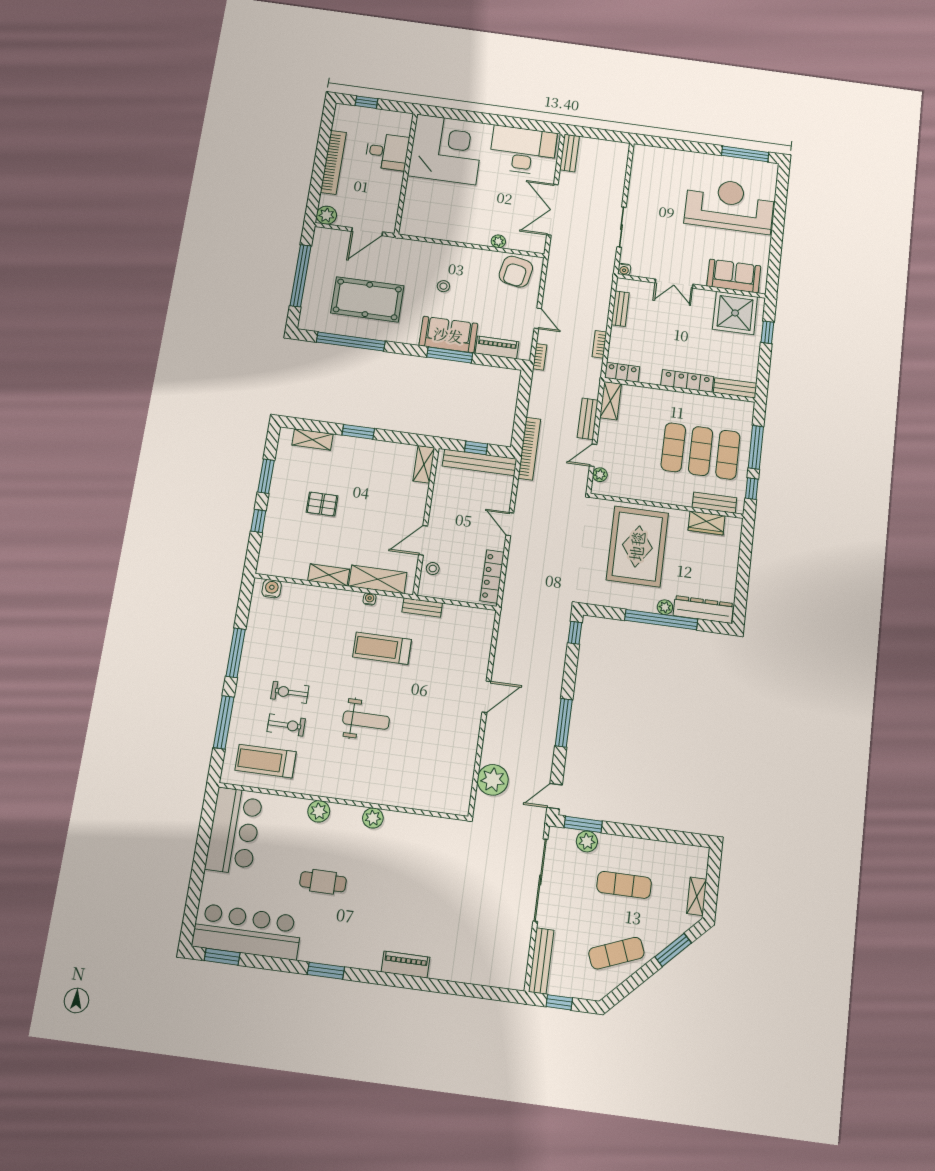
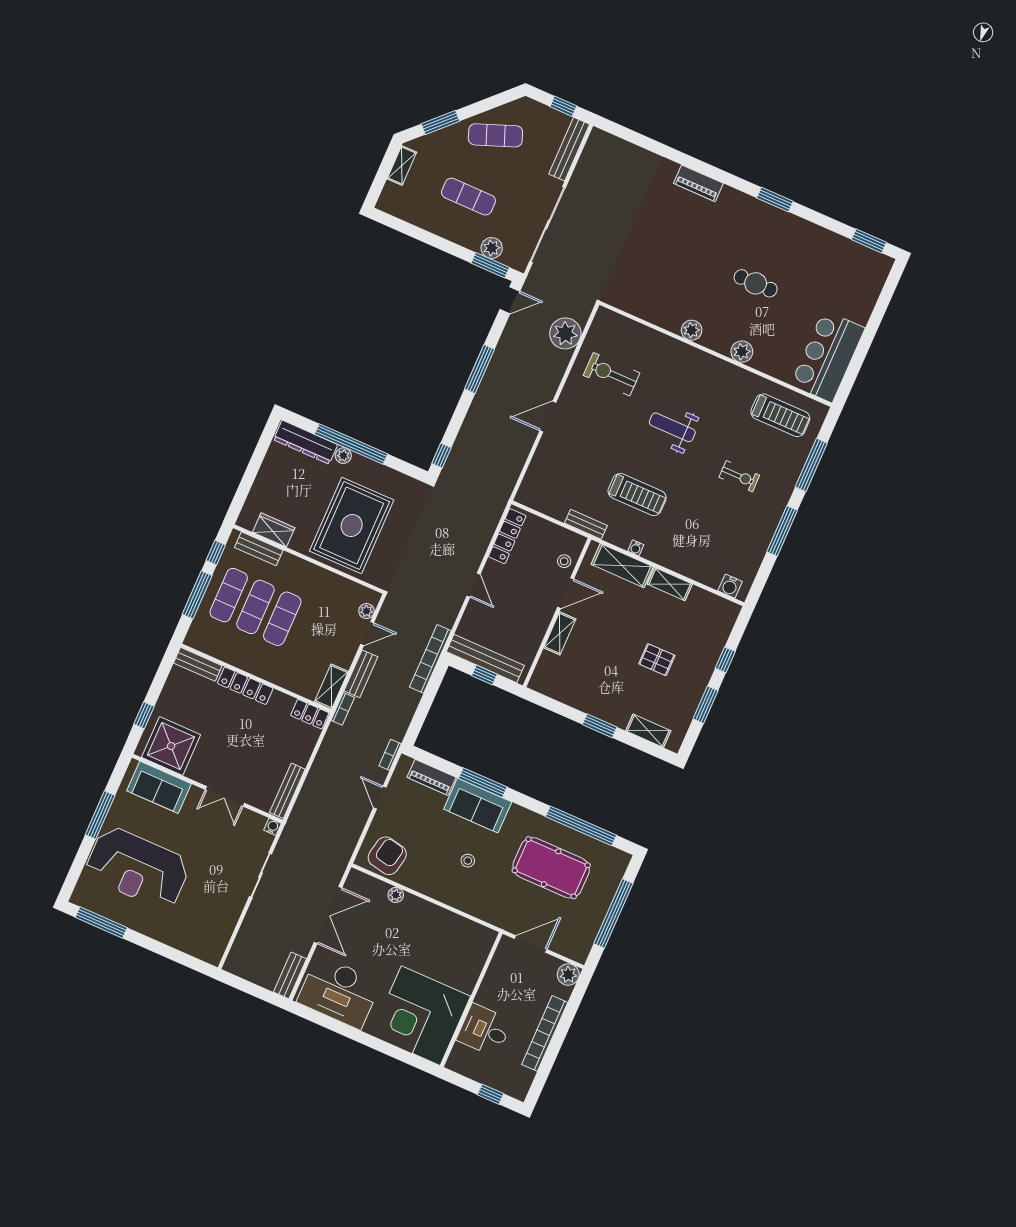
window: (777, 240) -> (100, 815), added
double door: (674, 284) -> (225, 796), swing flipped
bench: (620, 309) -> (287, 791), width x1.36
bookcase: (599, 344) -> (343, 709), moved
shelving: (424, 464) -> (560, 633), moved
exercise bike: (286, 725) -> (612, 374), moved, width x1.38, depth x1.39
bar counter: (247, 932) -> (840, 258), removed

